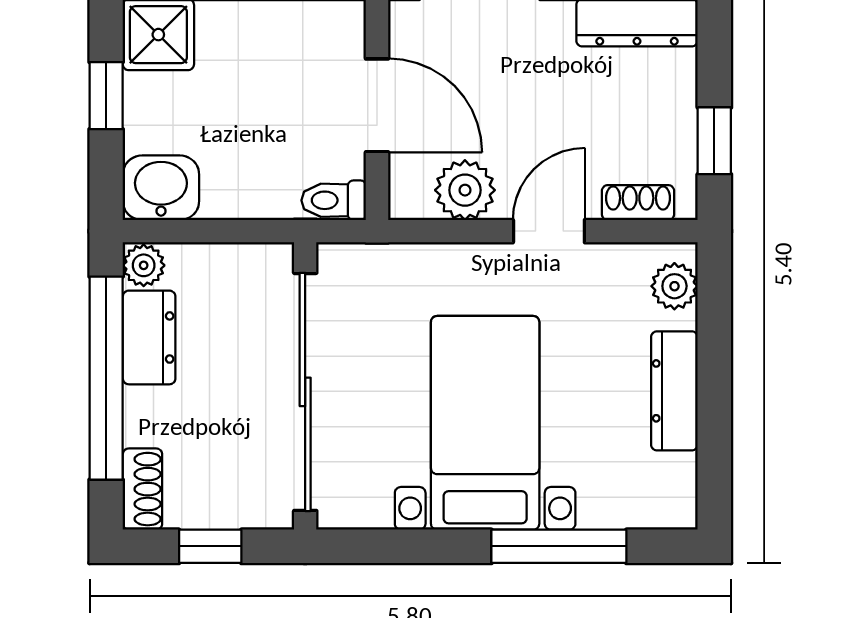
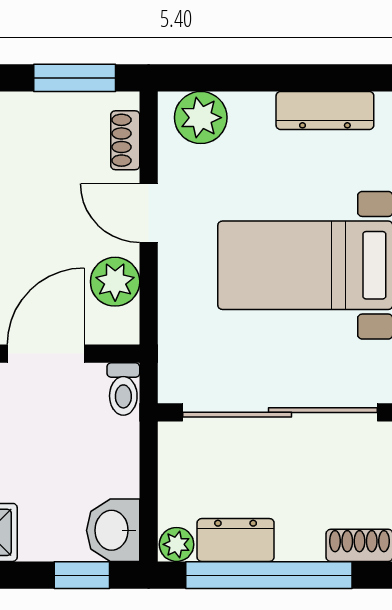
window: (106, 96) -> (82, 575), moved
window: (714, 141) -> (75, 78), width x1.50
plant: (674, 286) -> (201, 118), width x1.38, depth x1.38
dresser: (674, 391) -> (325, 110), moved

